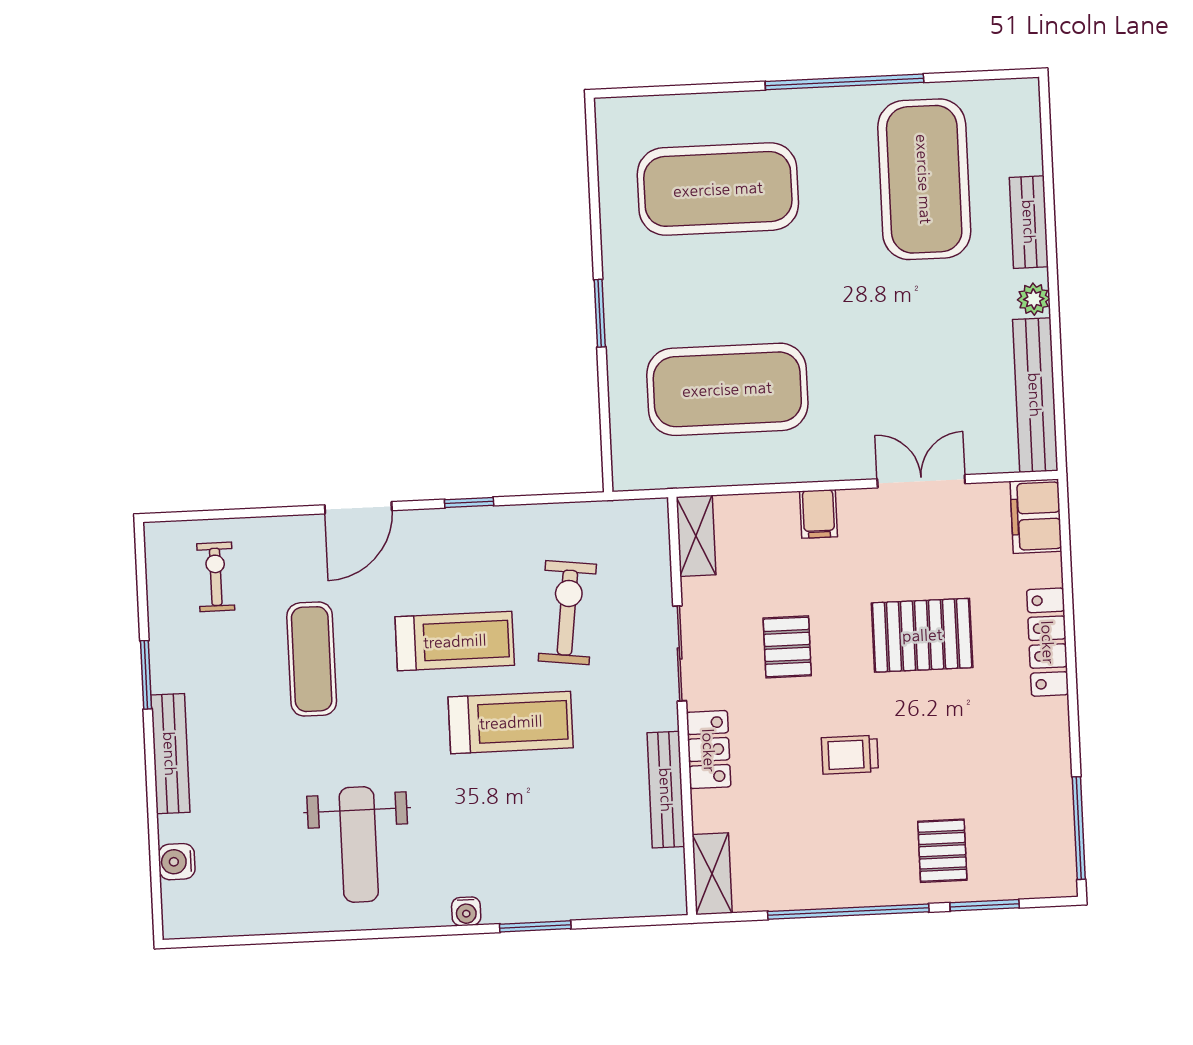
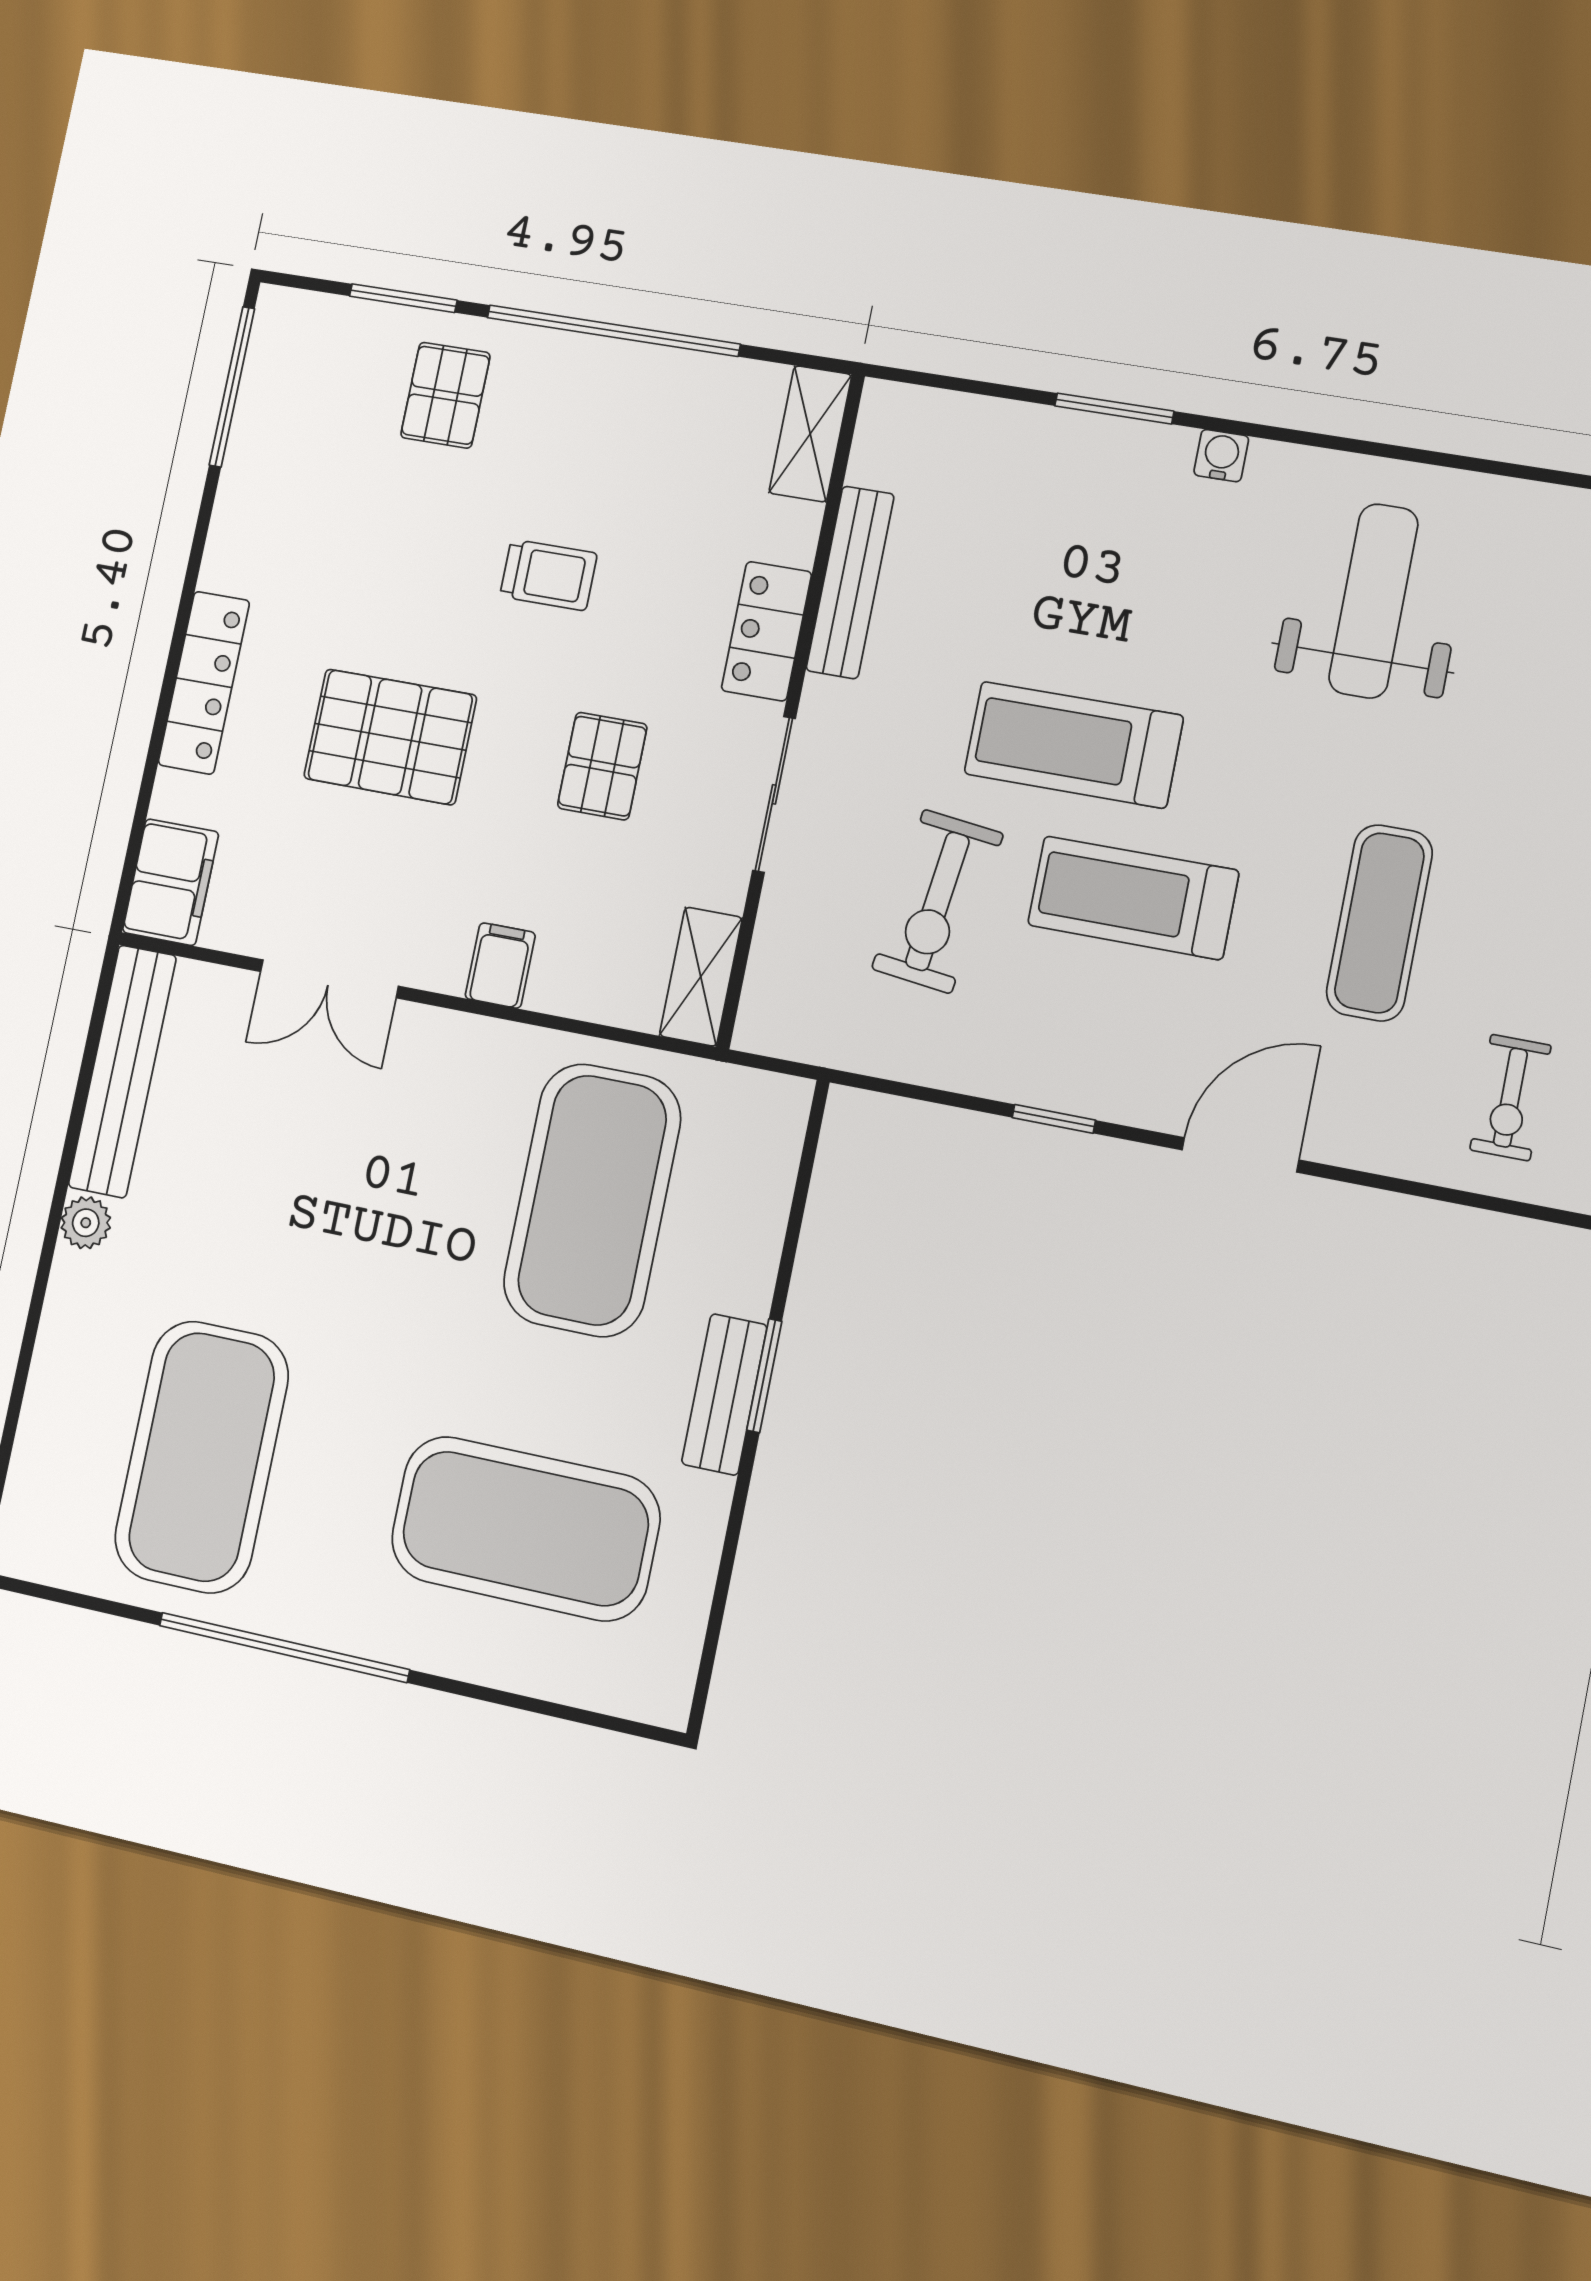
bench: (1029, 222) -> (724, 1394), moved
exercise mat: (727, 389) -> (592, 1200), turned 90

